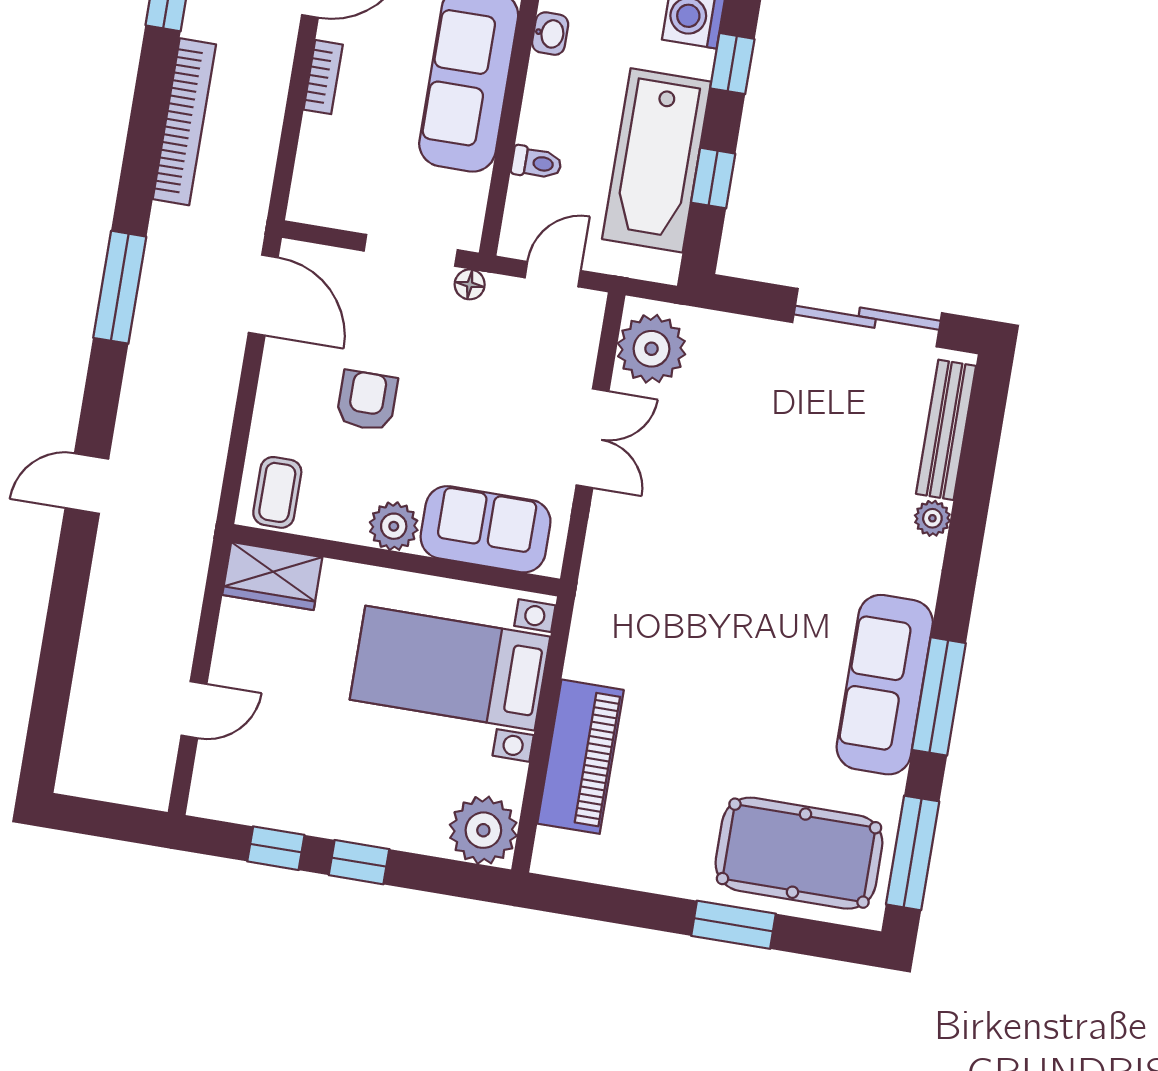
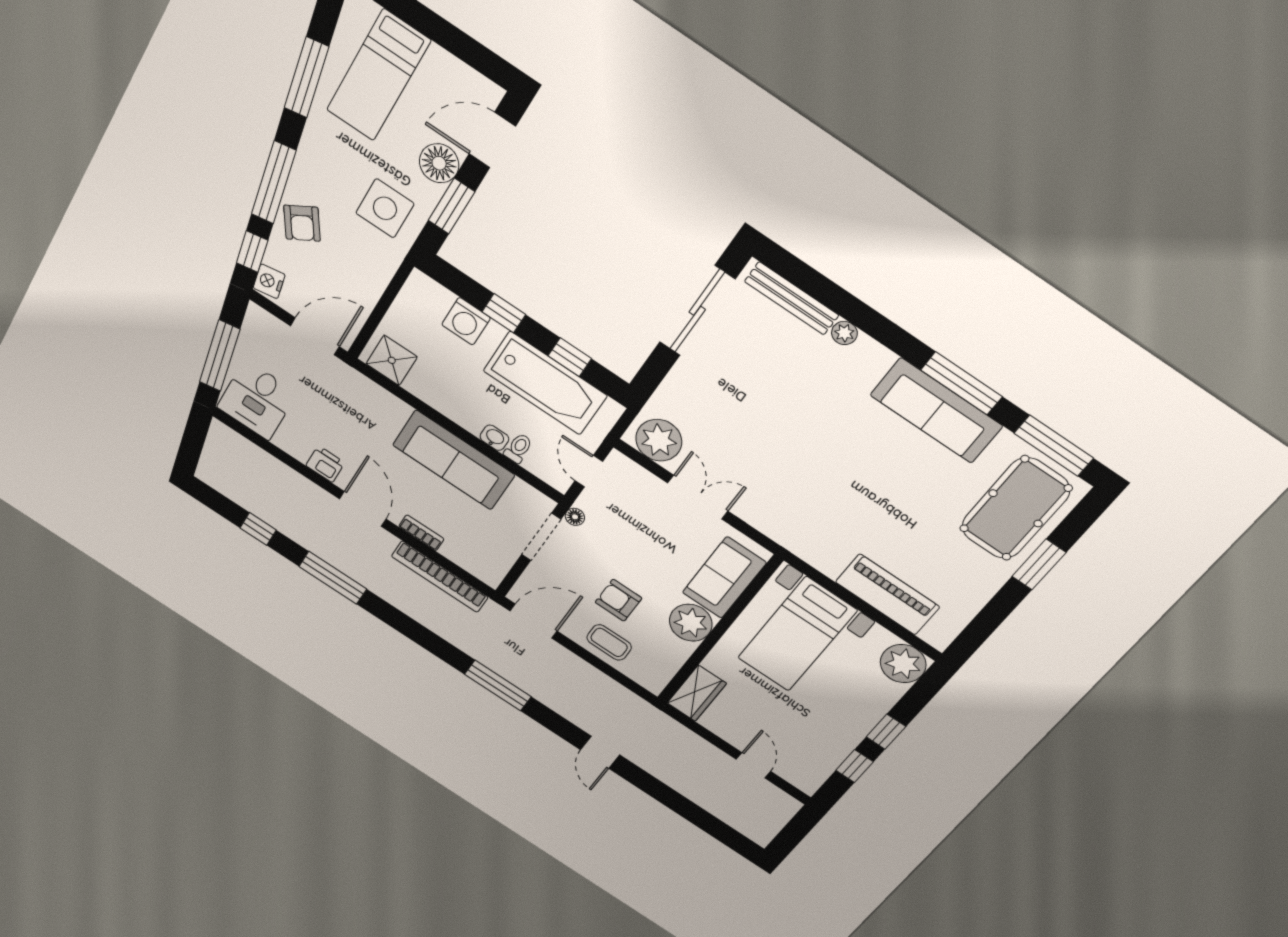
washbasin: (550, 34) -> (494, 438), moved
bookcase: (184, 122) -> (440, 577), moved, turned 180
coffee table: (277, 492) -> (609, 642), moved
plant: (394, 526) -> (691, 623), width x1.36, depth x1.36

